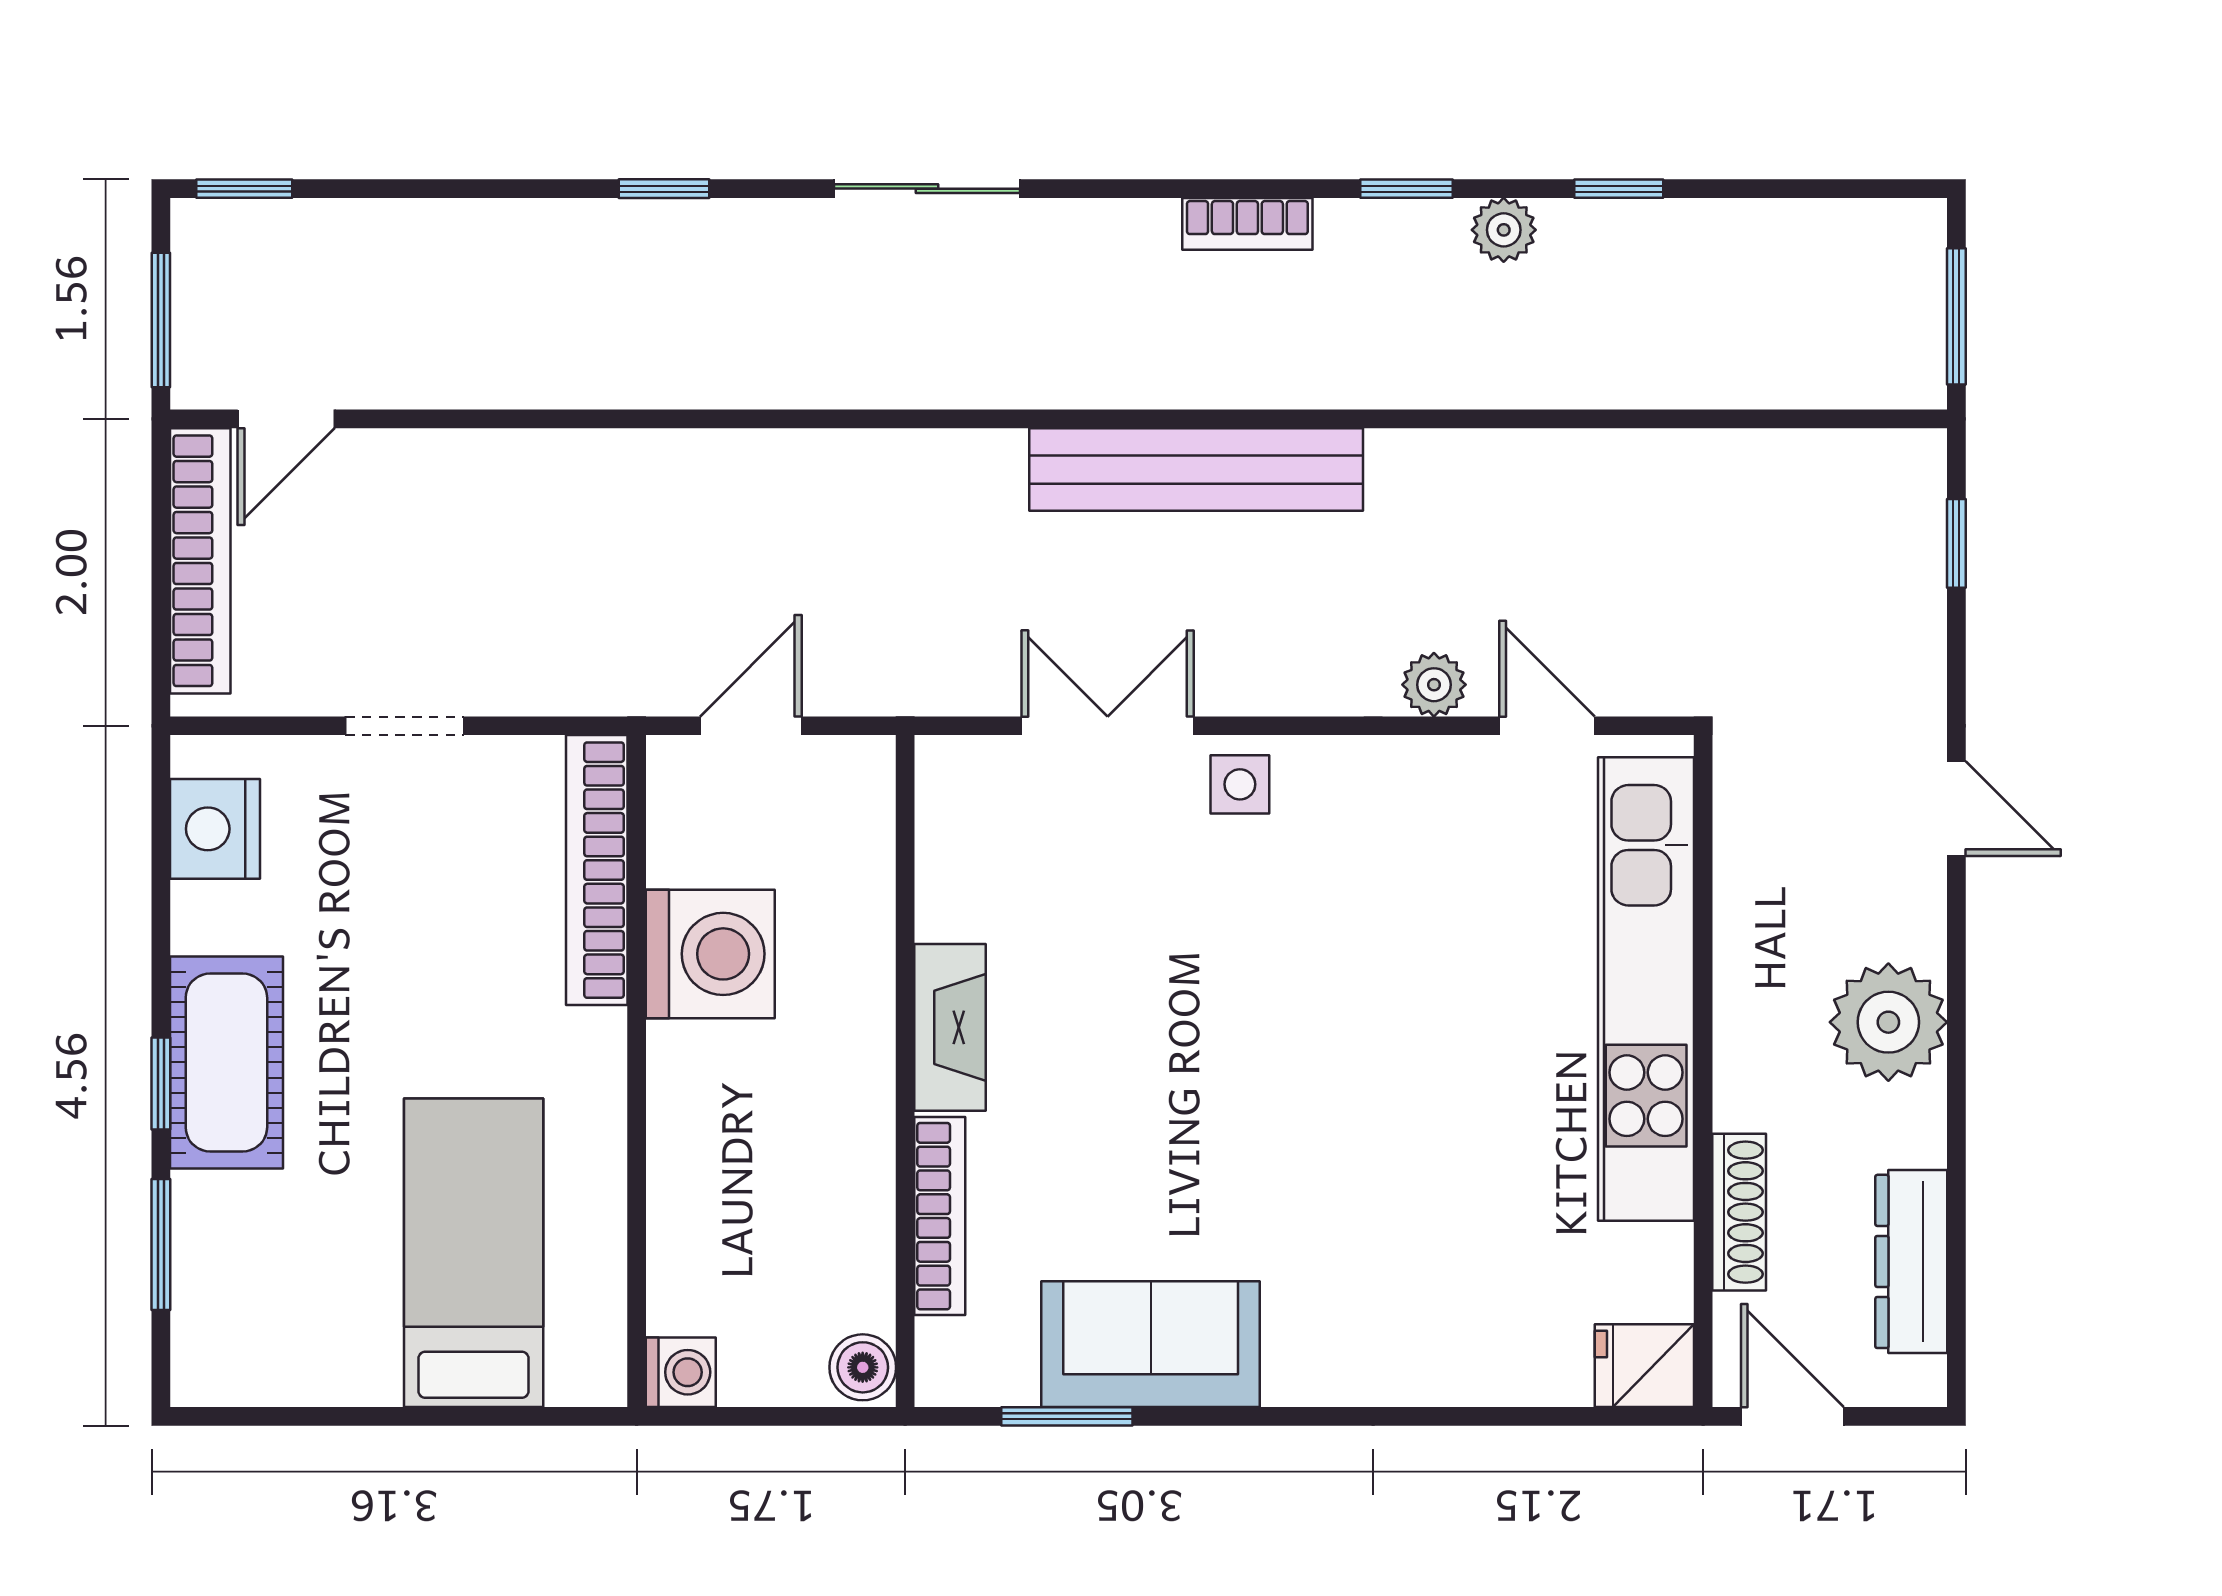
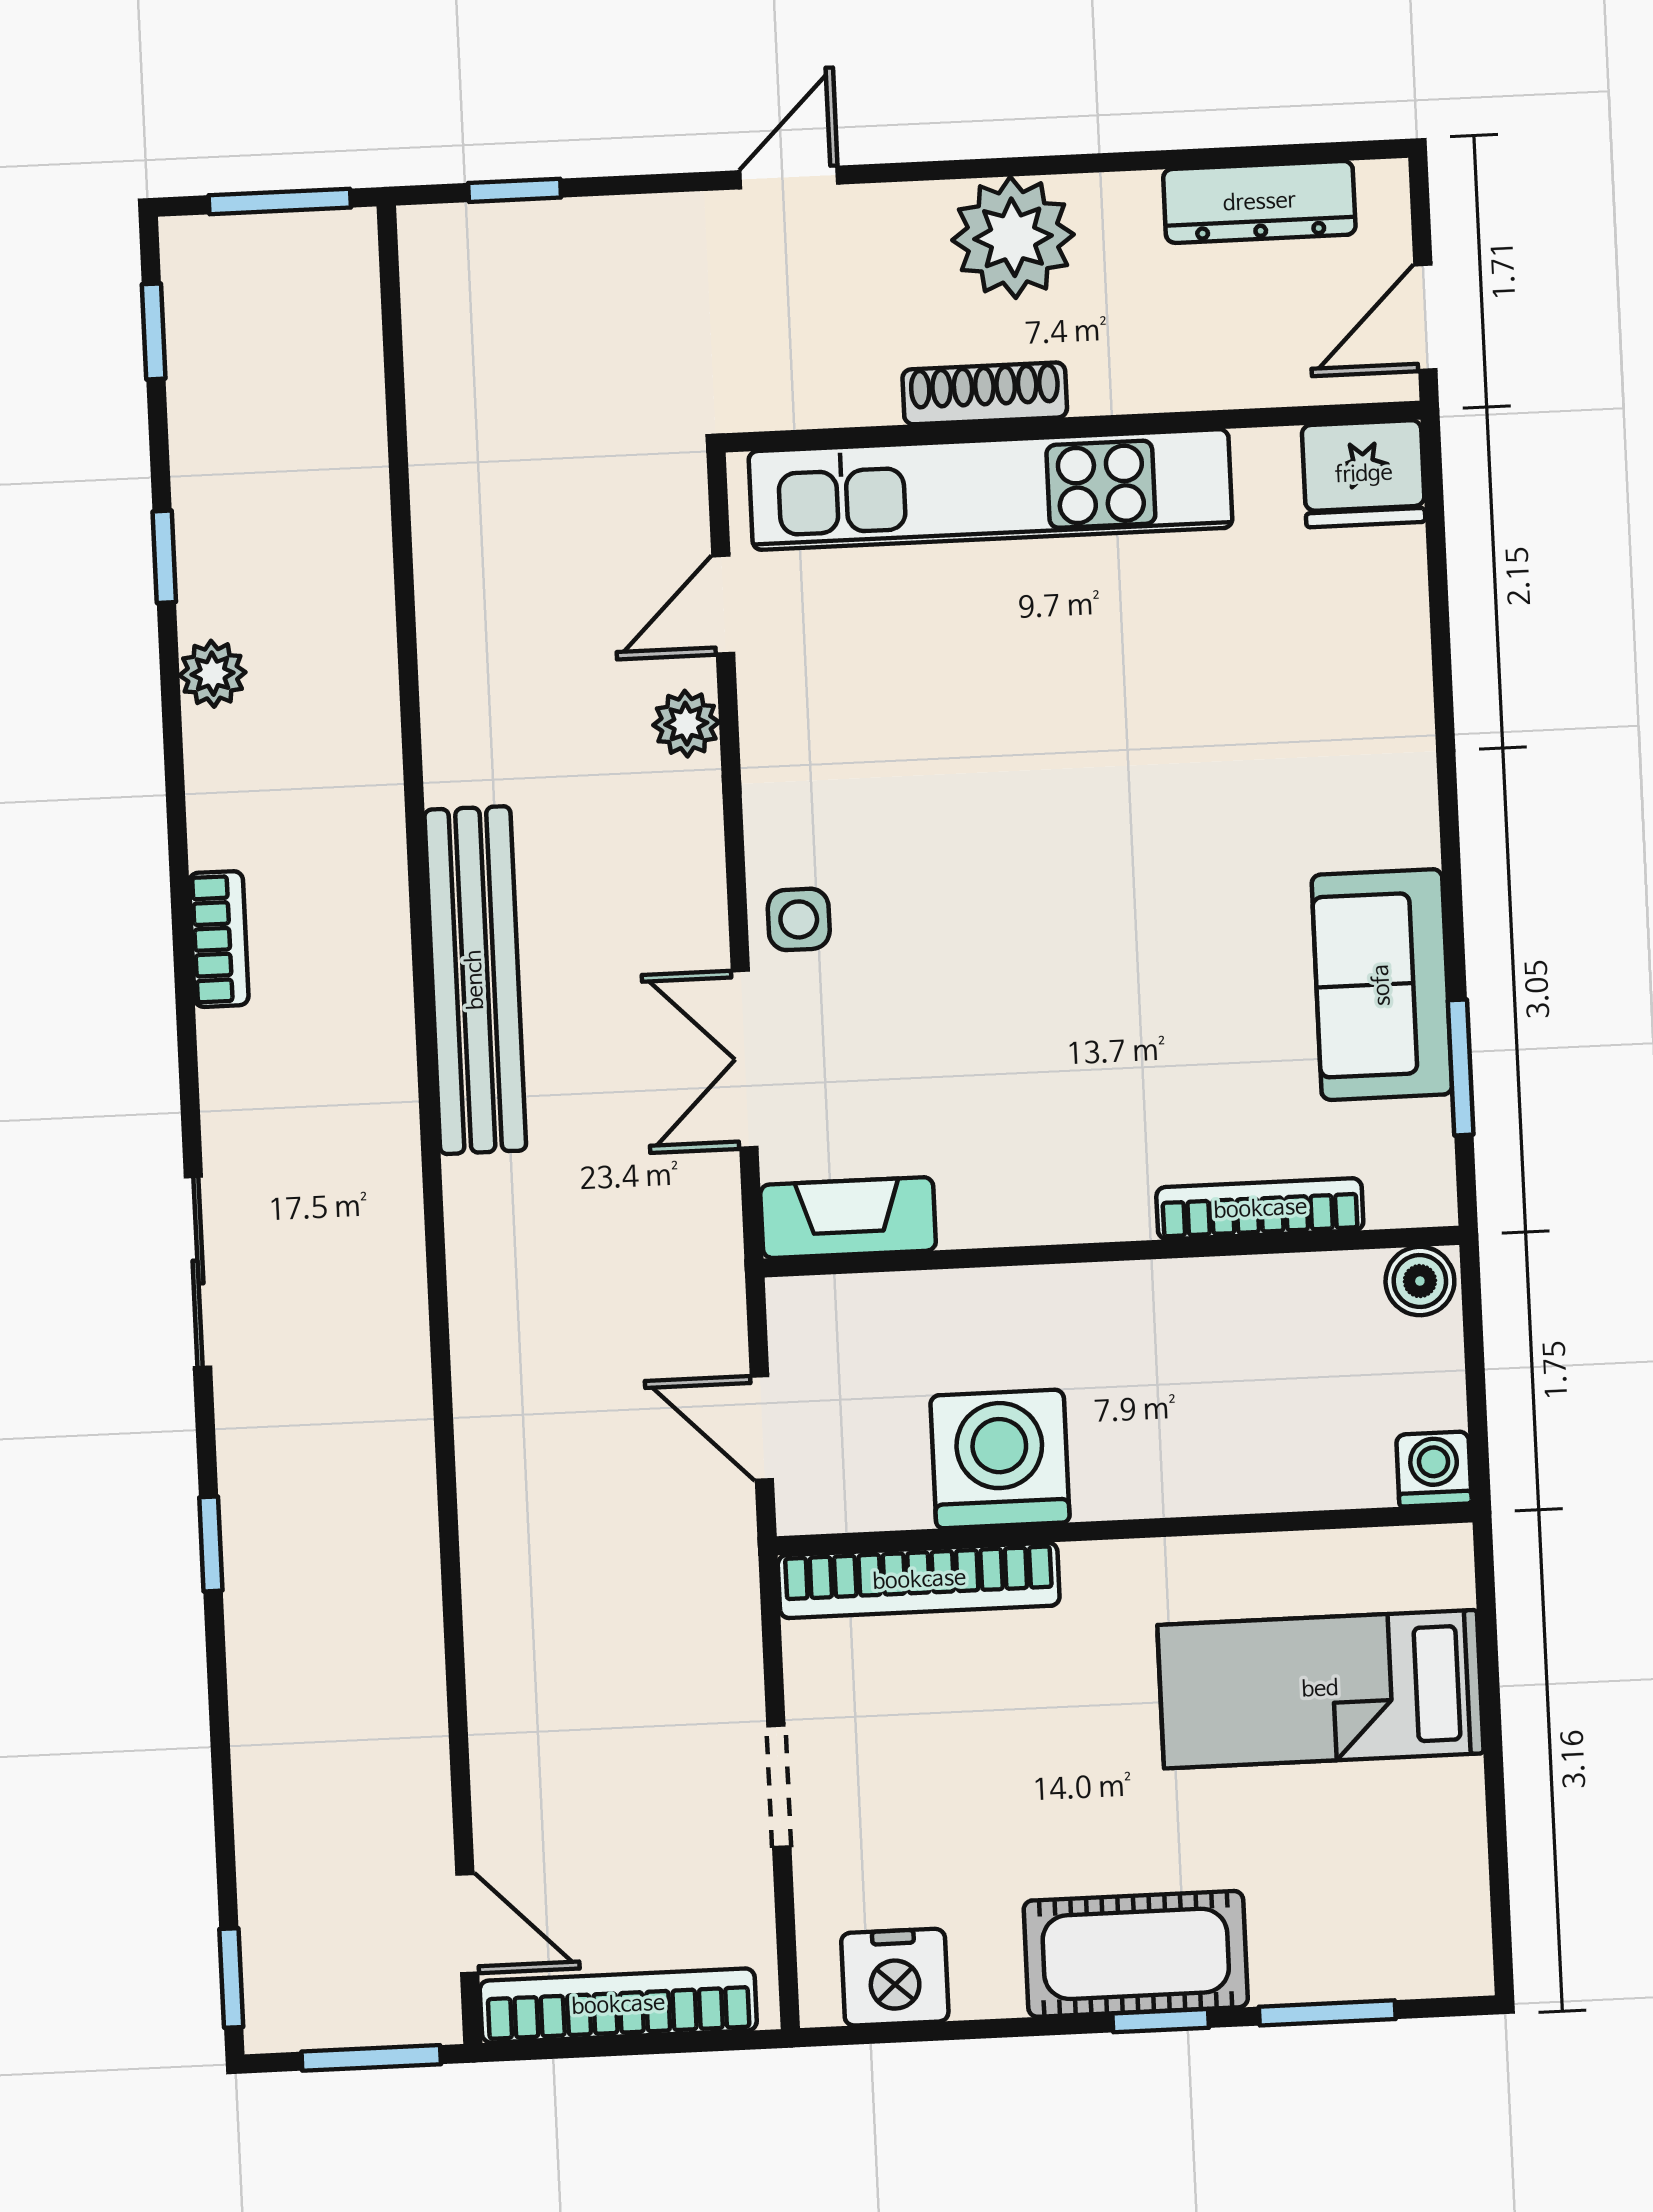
window: (1406, 189) -> (154, 331), moved
fireplace: (950, 1027) -> (848, 1218), moved
shoe rack: (1739, 1212) -> (985, 393), moved
fridge: (1644, 1366) -> (1364, 474), width x1.38

